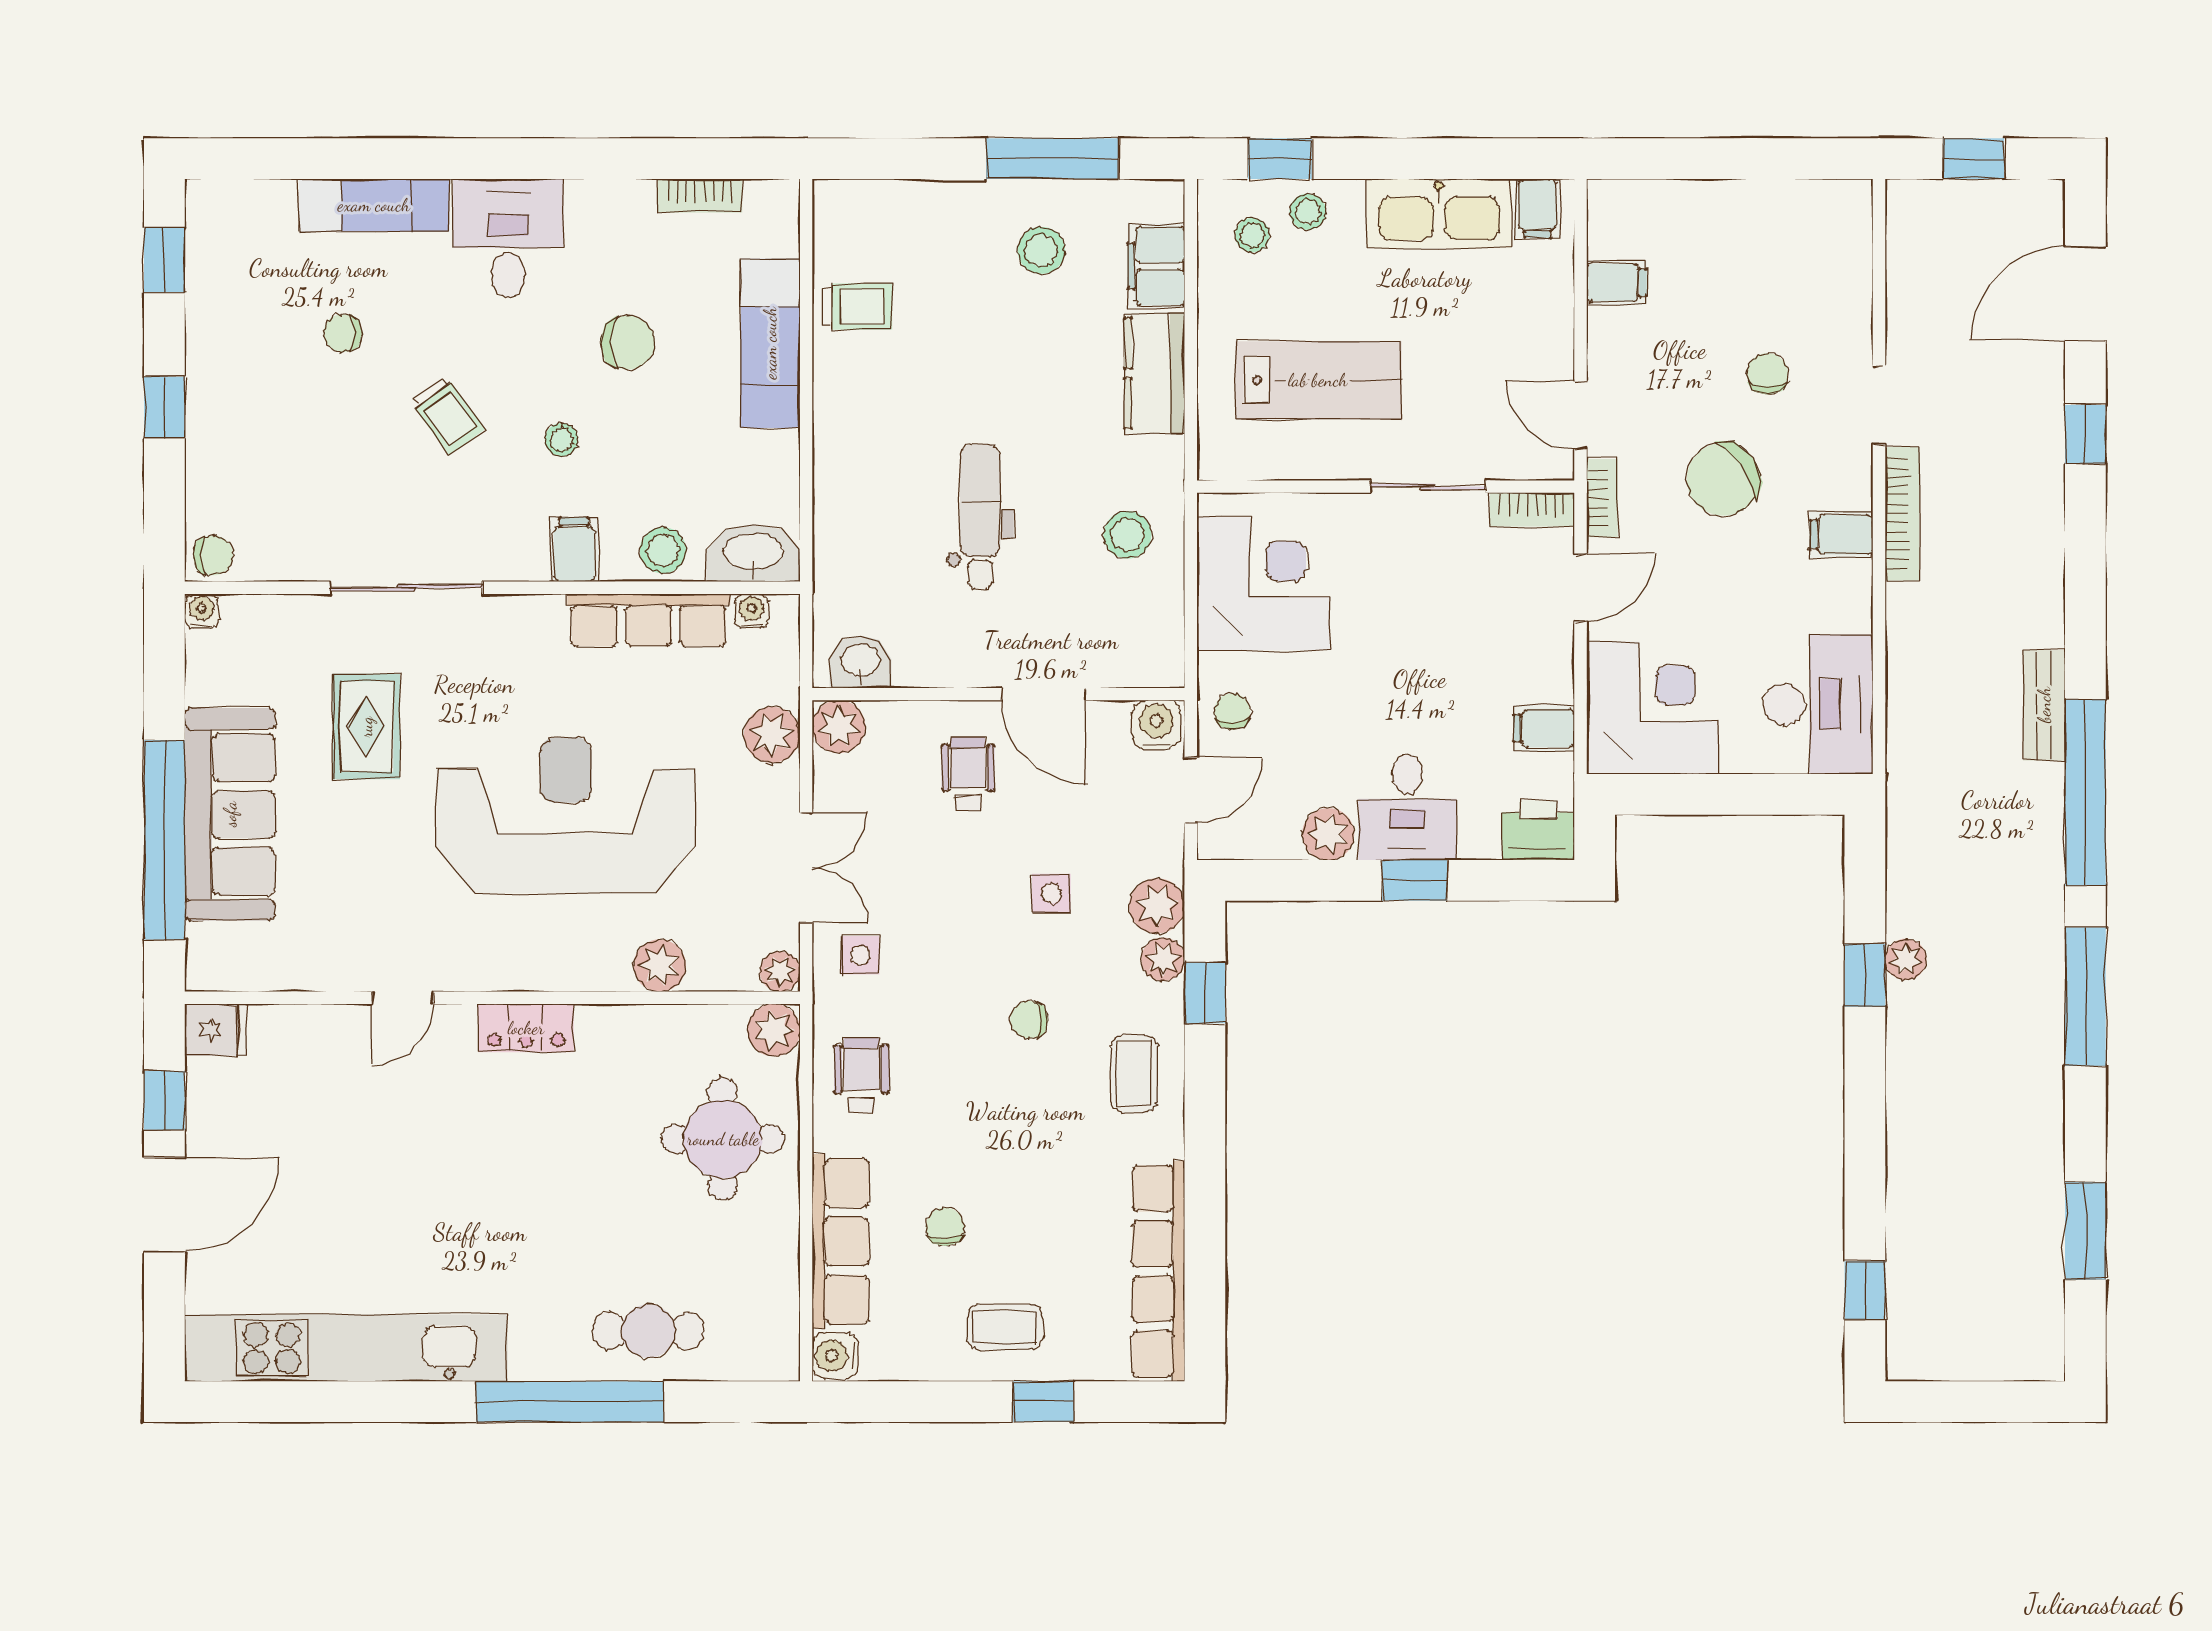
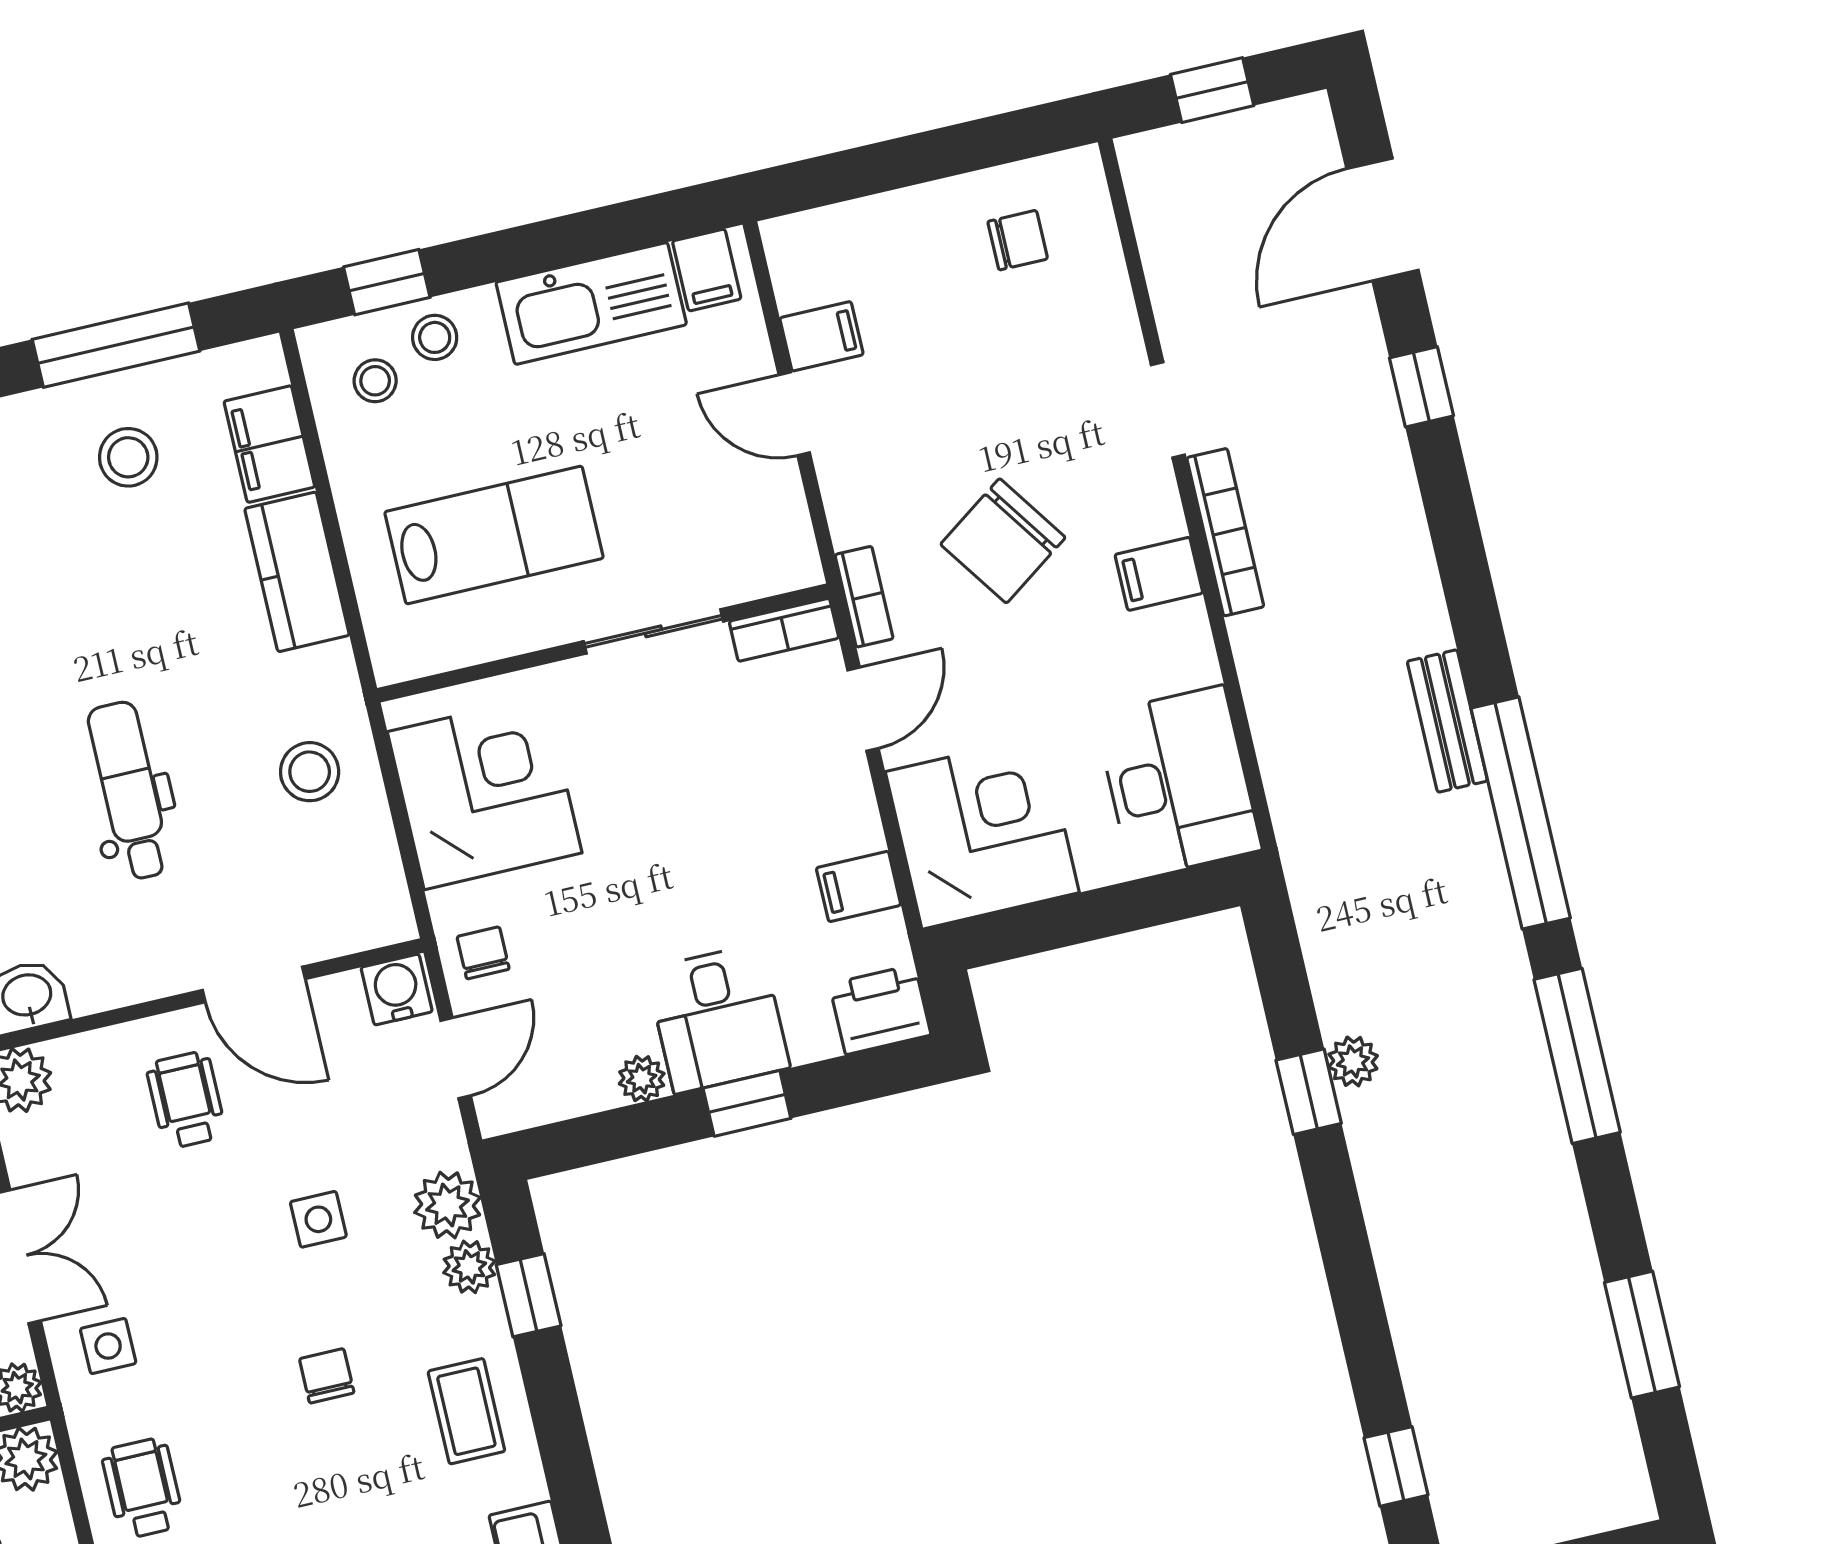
chair: (1767, 374) -> (1018, 240), moved, turned 90
door: (1580, 415) -> (794, 414), moved
plant: (1328, 834) -> (642, 1079), width x0.73, depth x0.73
chair: (1029, 1020) -> (327, 1376), turned 90

